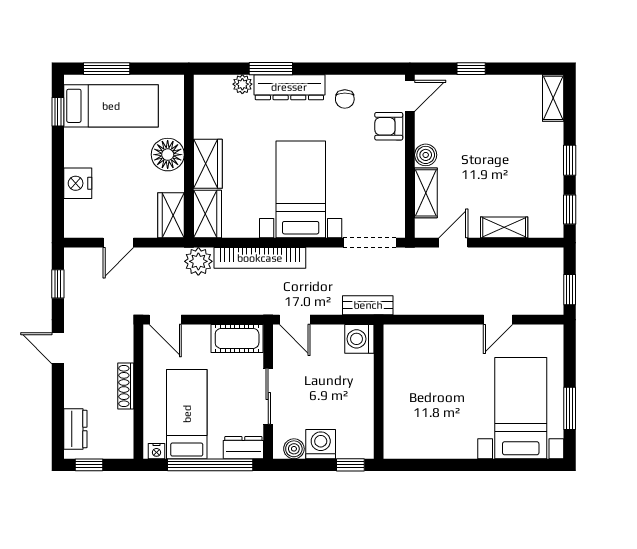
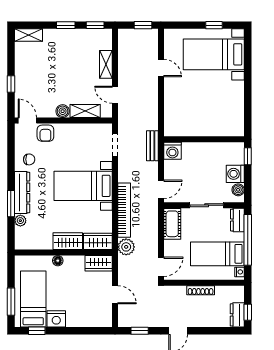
floor lamp: (168, 155) -> (58, 261), width x0.53, depth x0.53
nightstand: (78, 183) -> (56, 319), moved
doorway: (370, 243) -> (115, 145), width x0.73
window: (570, 408) -> (214, 25), width x0.67
dresser: (75, 429) -> (237, 315), moved, turned -90

